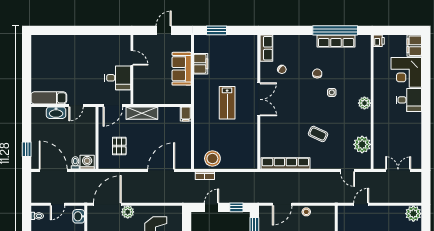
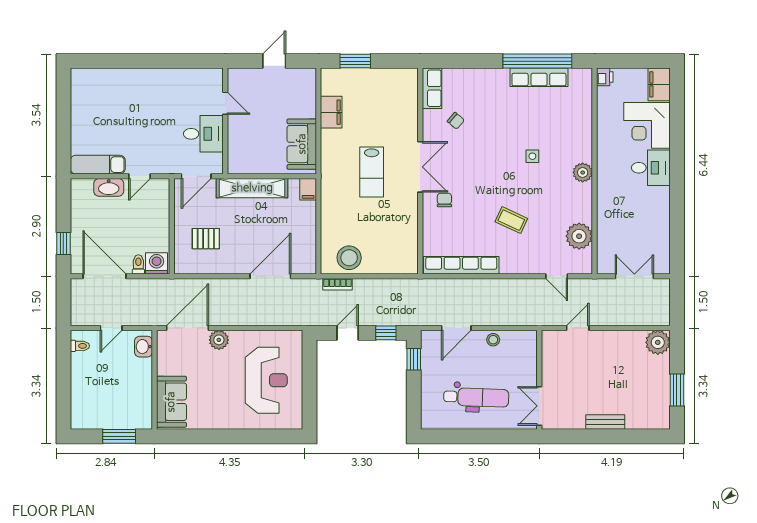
sofa: (182, 69) -> (302, 144), moved
chair: (317, 73) -> (444, 200), moved
shelving: (142, 113) -> (252, 188), width x1.47
pallet: (119, 146) -> (206, 239), turned 90

